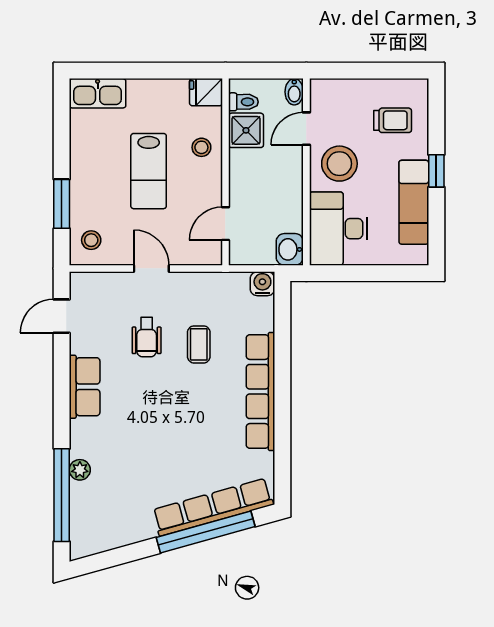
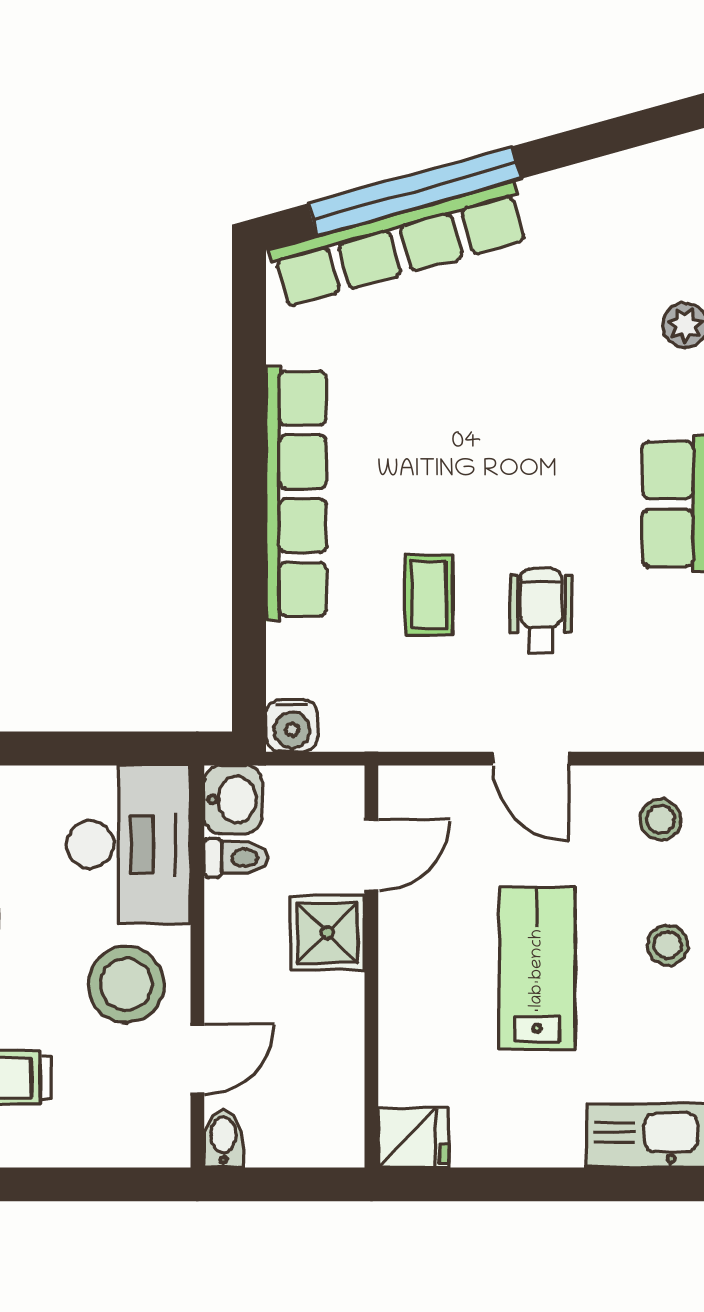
toilet: (243, 102) -> (236, 858), moved, turned 180
shower: (246, 130) -> (327, 933), moved
stool: (201, 147) -> (668, 945), moved

